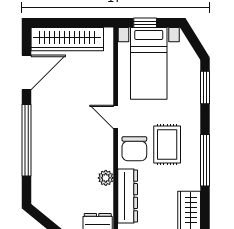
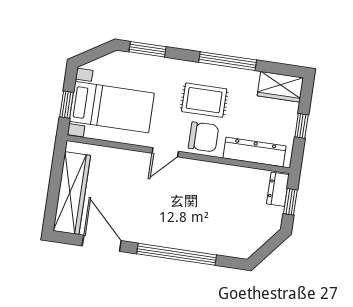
plant: (106, 178) -> (231, 173), removed

